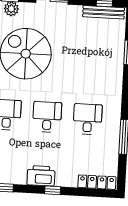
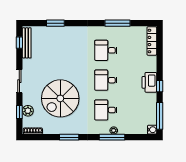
window: (53, 190) -> (160, 86), moved

